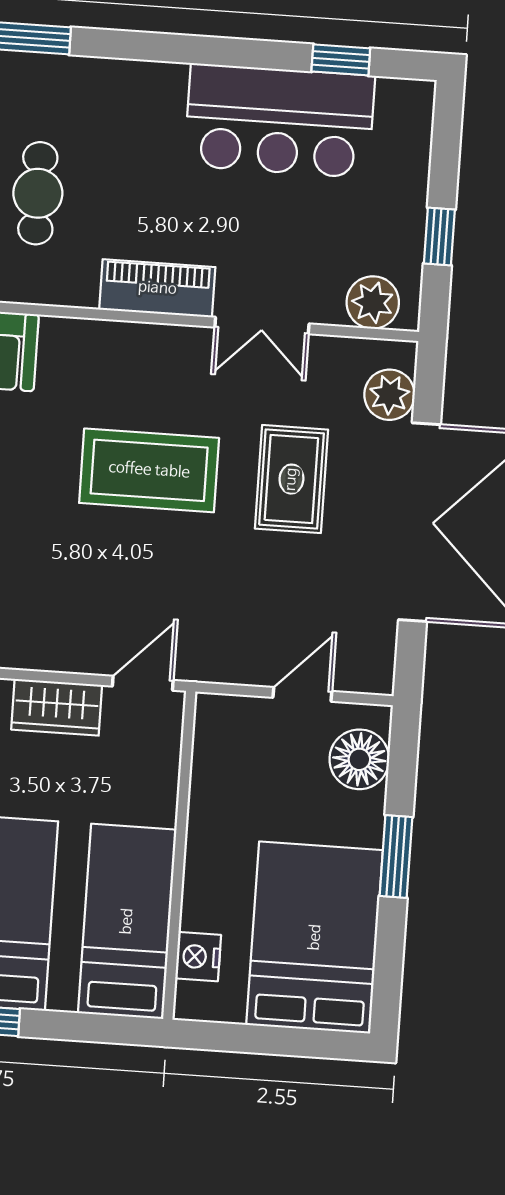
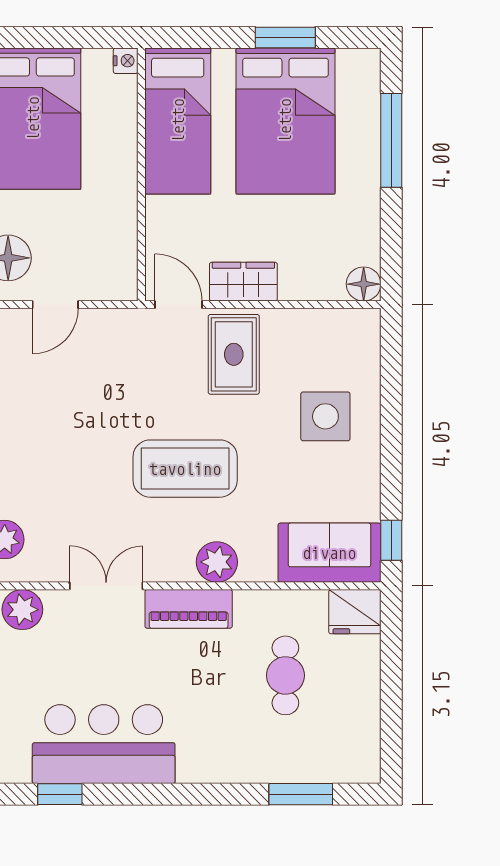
plant: (116, 346) -> (217, 562), added
rug: (291, 479) -> (234, 354), moved
door: (143, 683) -> (179, 305), swing flipped
nightstand: (198, 957) -> (126, 61), moved, width x0.72, depth x0.74

